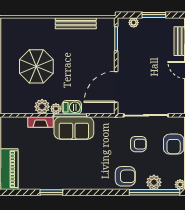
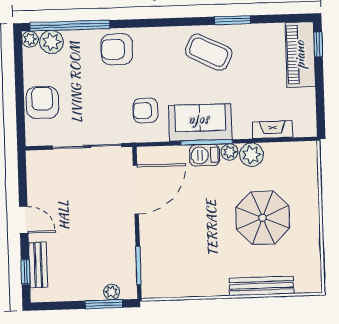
window: (154, 15) -> (104, 304), moved
bench: (76, 23) -> (261, 286), moved
fireplace: (40, 122) -> (272, 130), moved
armchair: (138, 144) -> (145, 110), moved
coffee table: (67, 173) -> (209, 52), added
plant: (154, 182) -> (52, 42), moved

